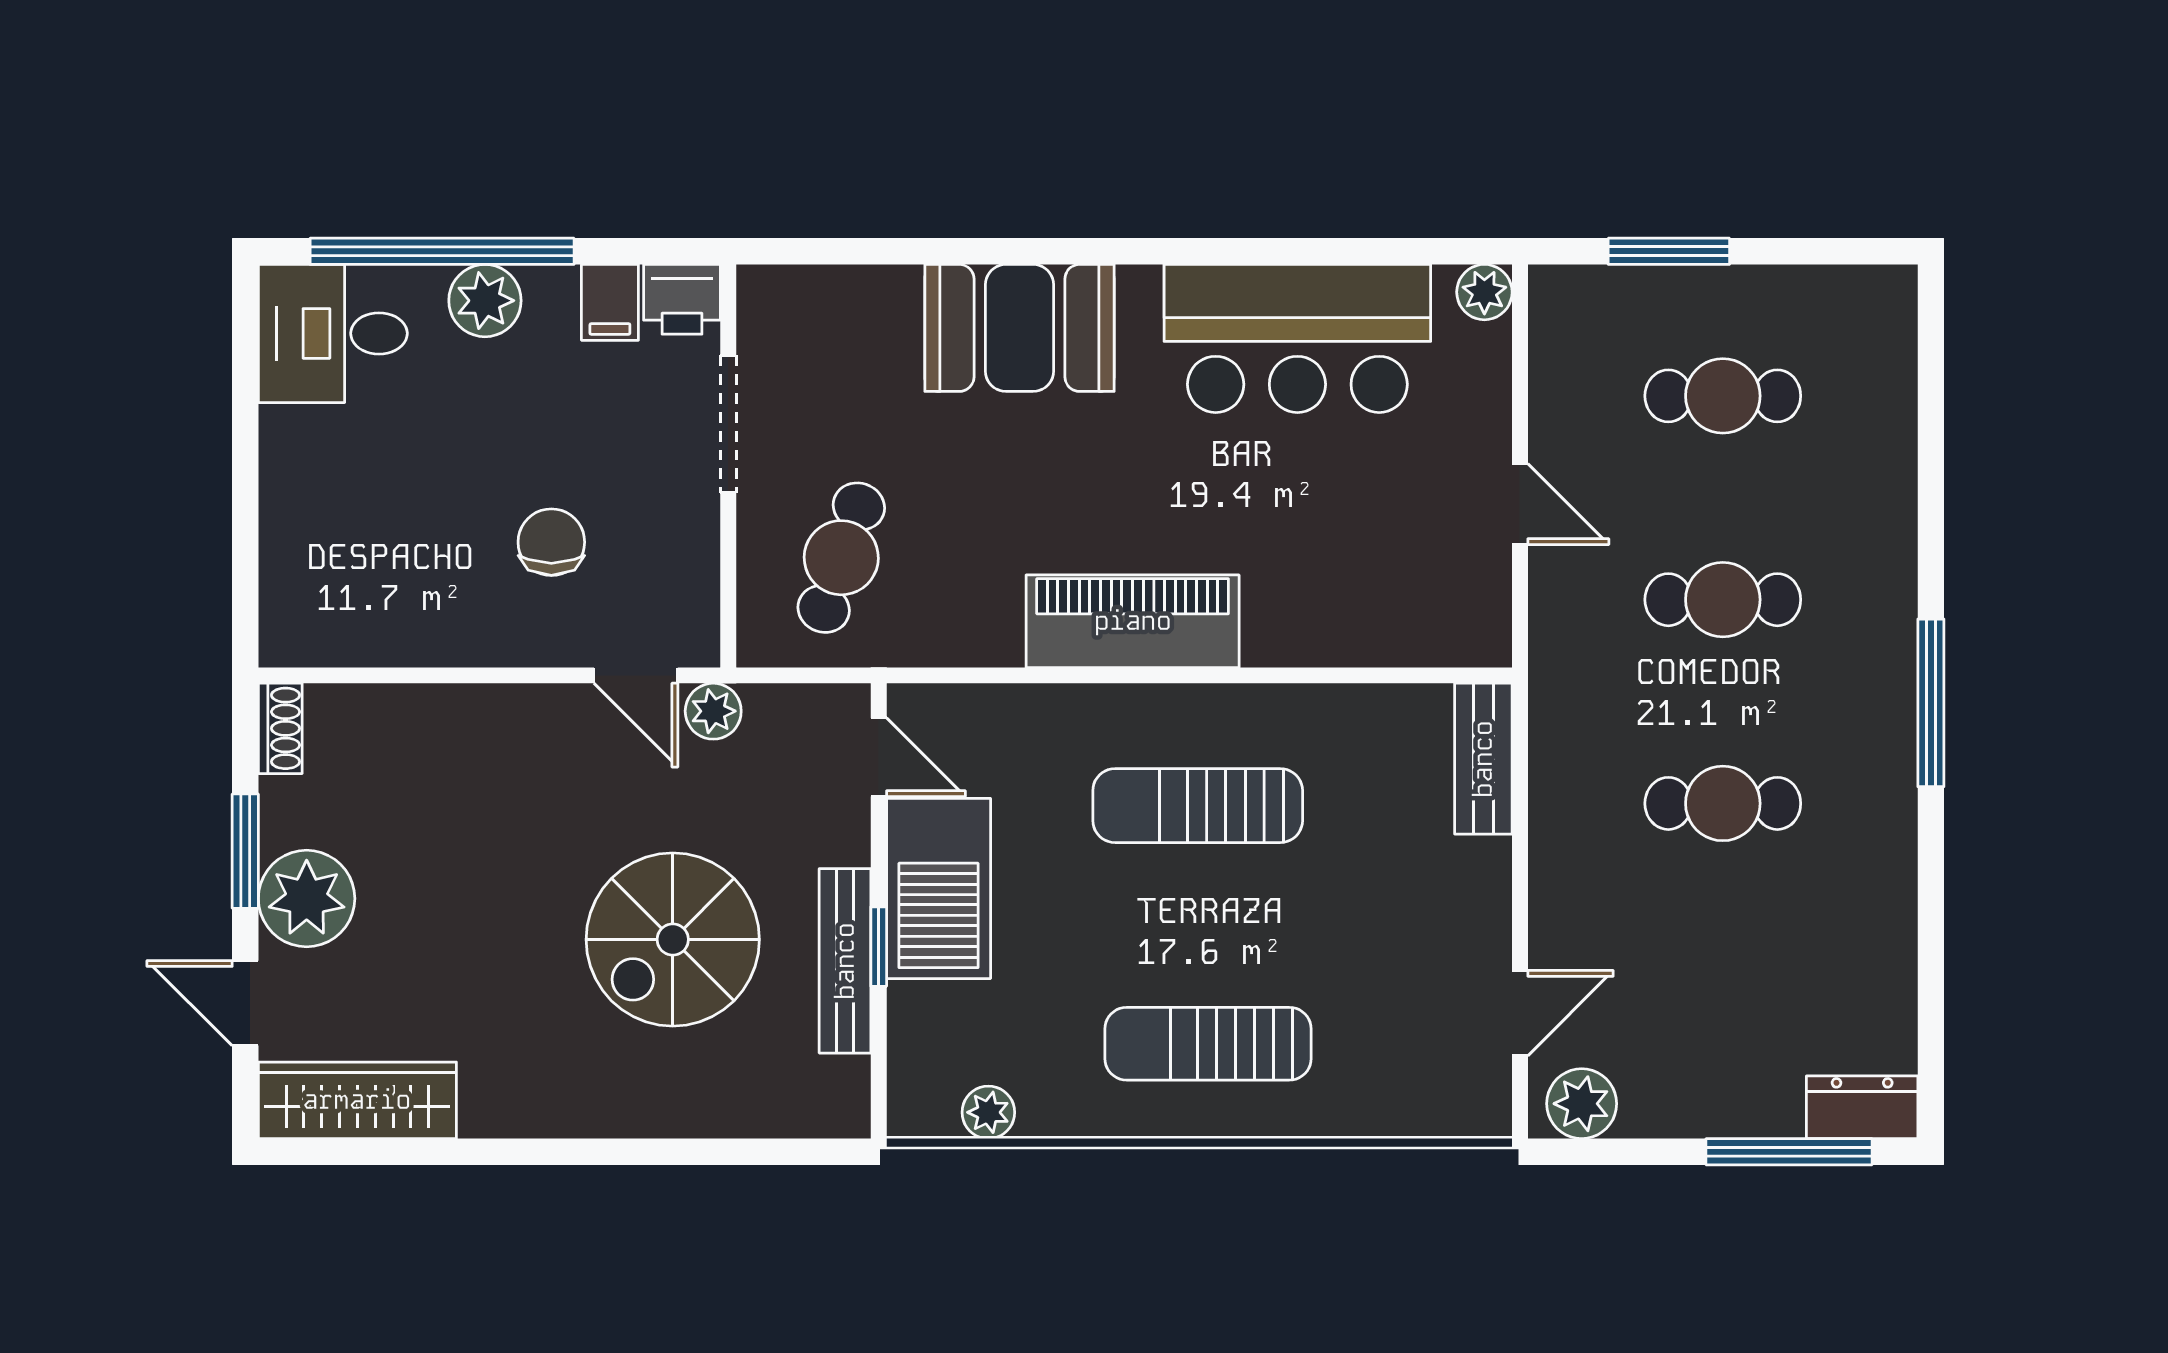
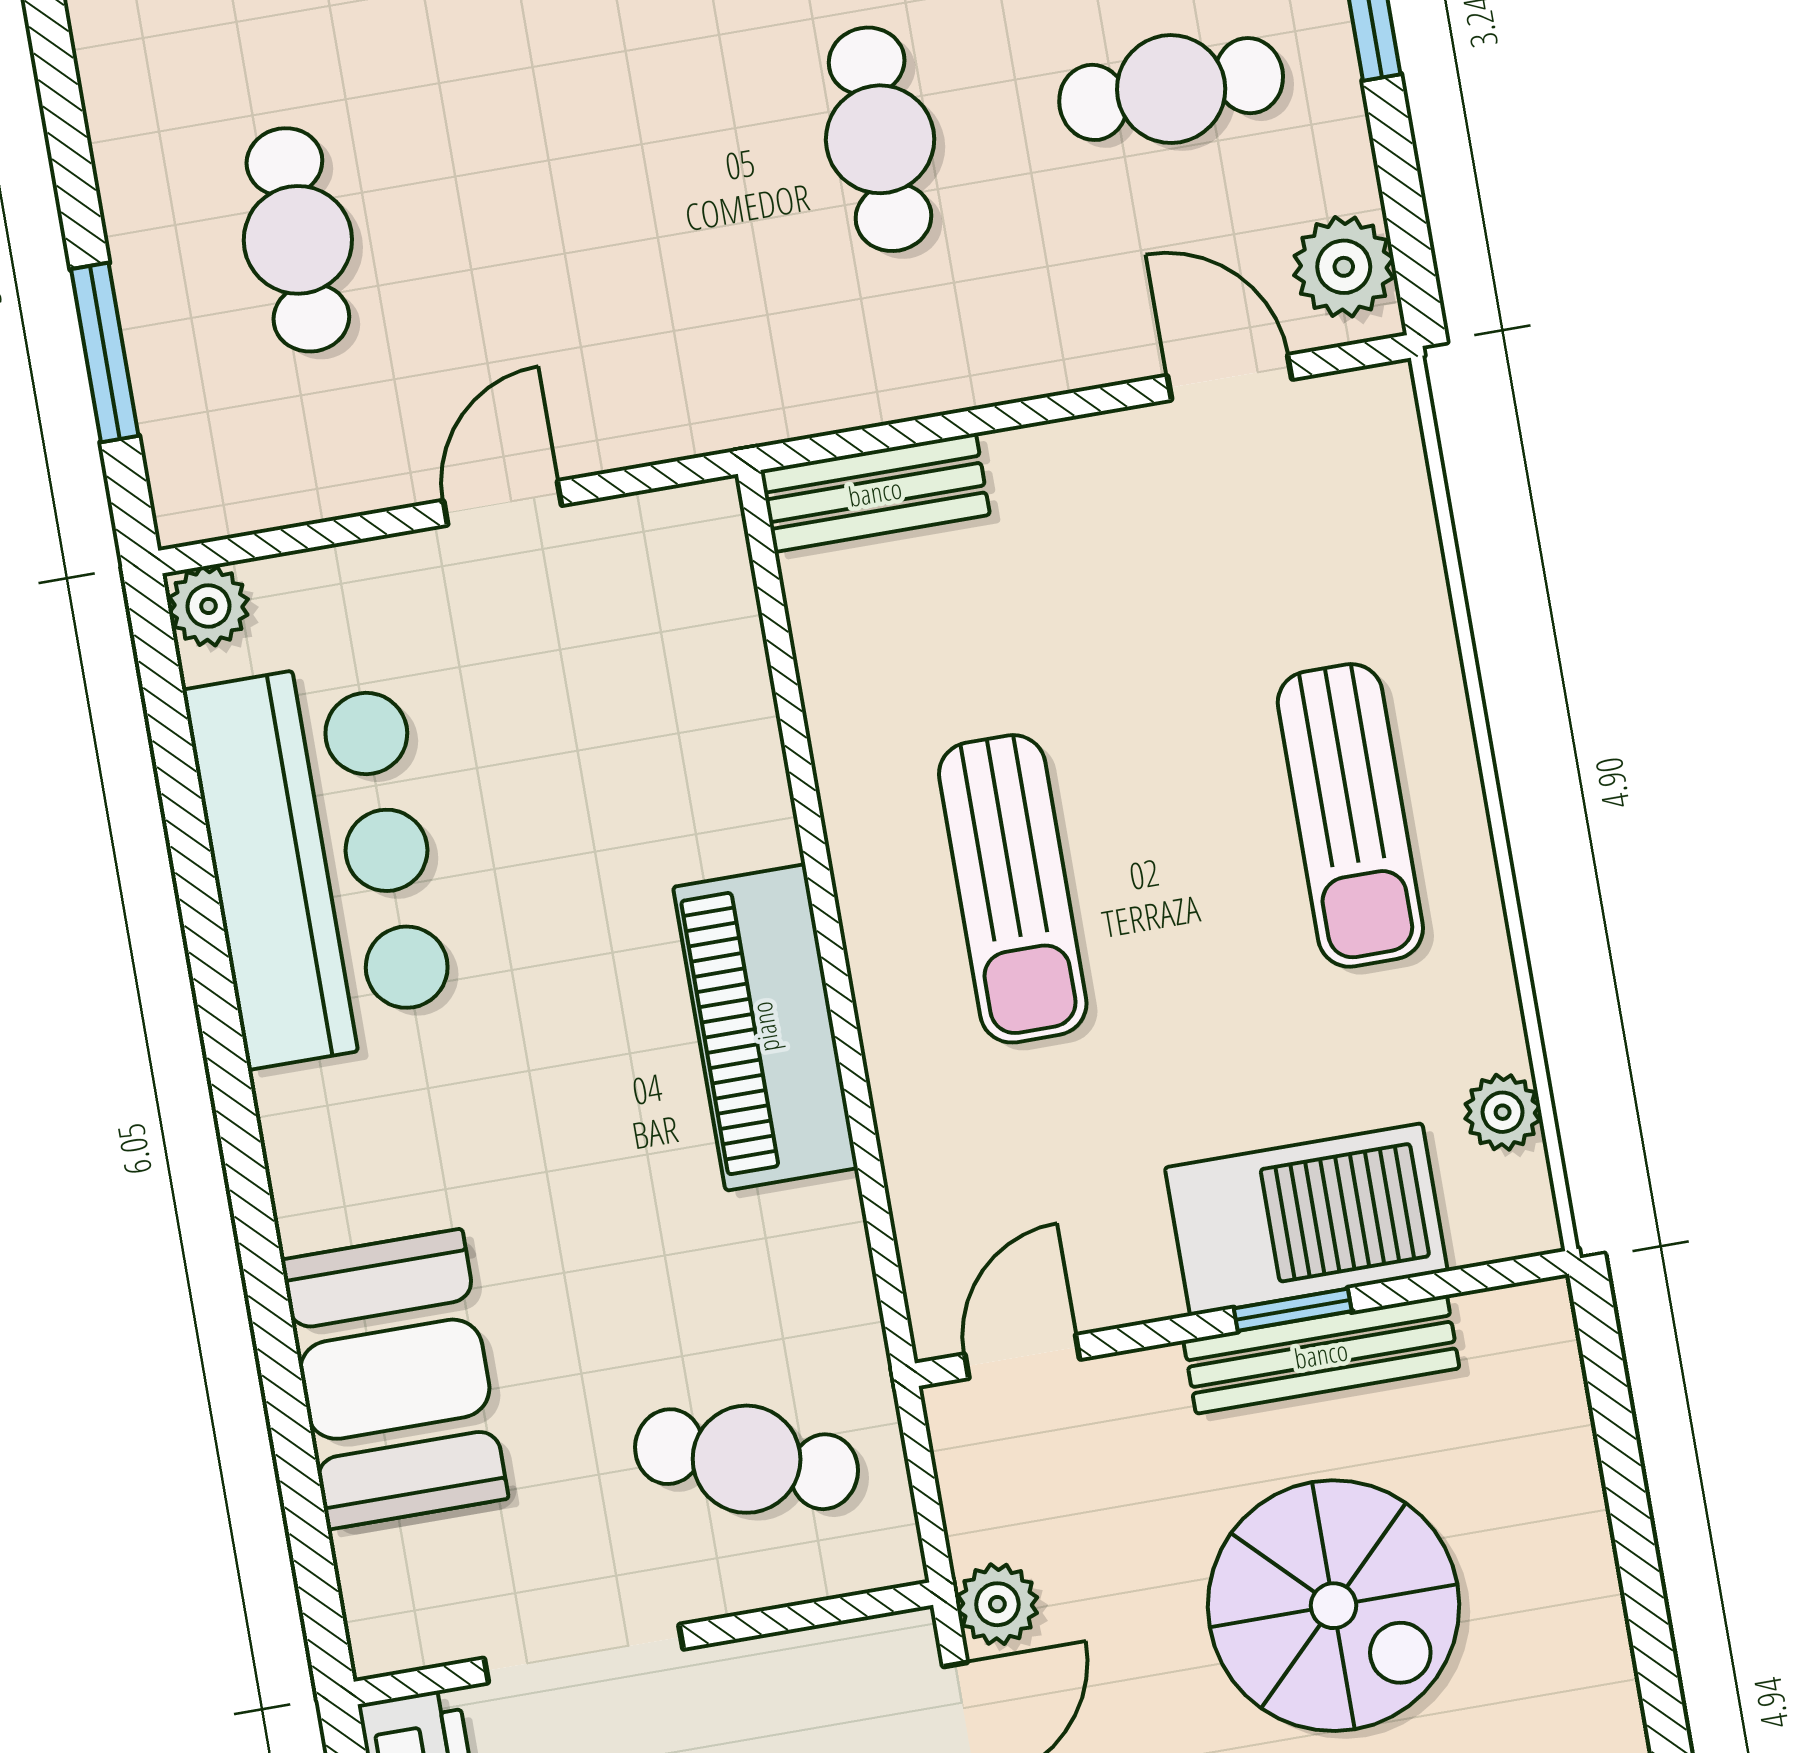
booth: (1019, 328) -> (395, 1379), moved
cafe table: (1723, 600) -> (1171, 89), moved, turned 90
barbecue: (939, 888) -> (1306, 1219), moved

